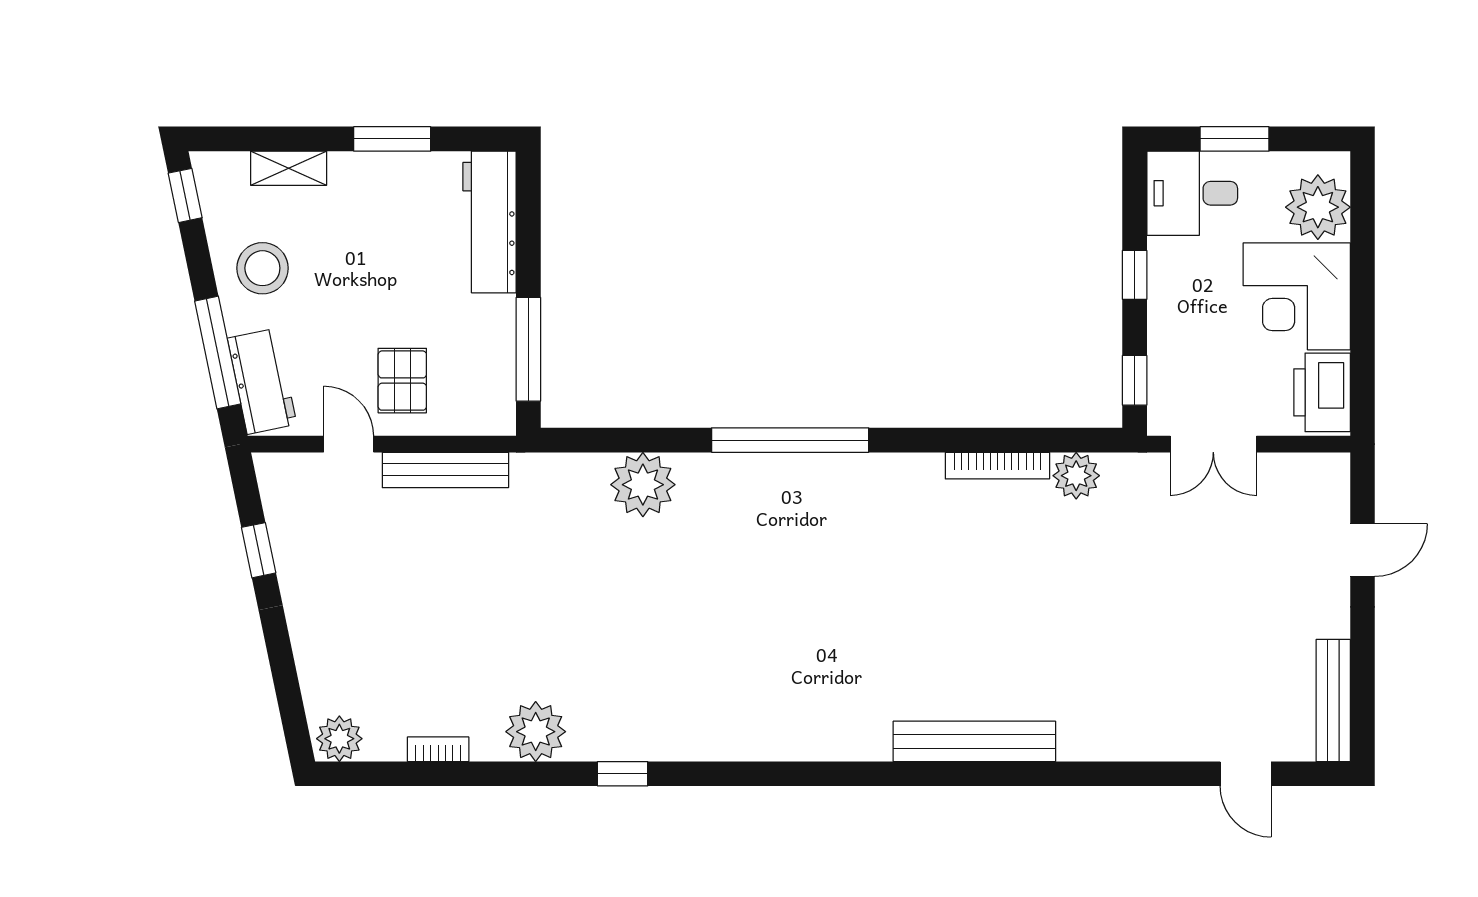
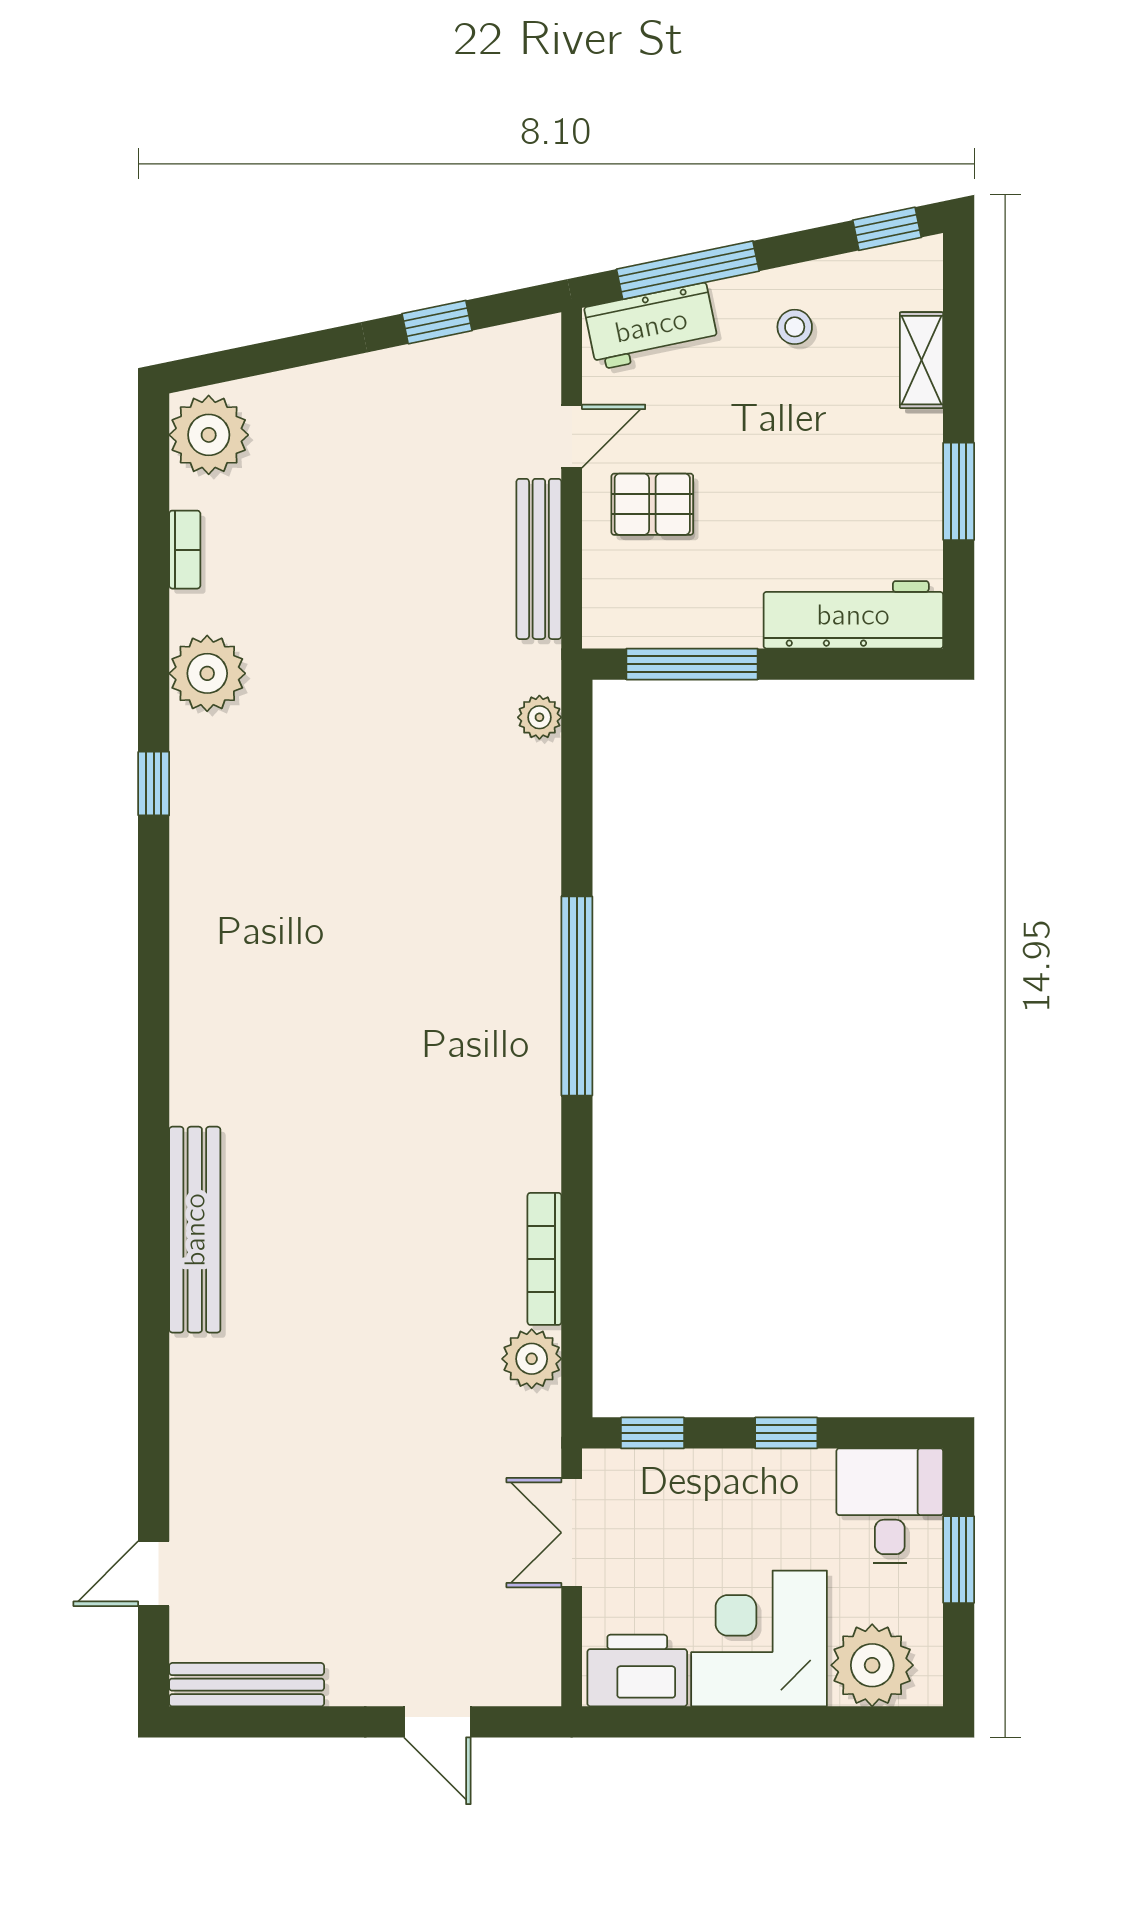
stool: (262, 268) -> (795, 327), width x0.53, depth x0.53
plant: (643, 485) -> (539, 717), moved, width x0.53, depth x0.53
plant: (339, 739) -> (209, 435), width x1.36, depth x1.36

